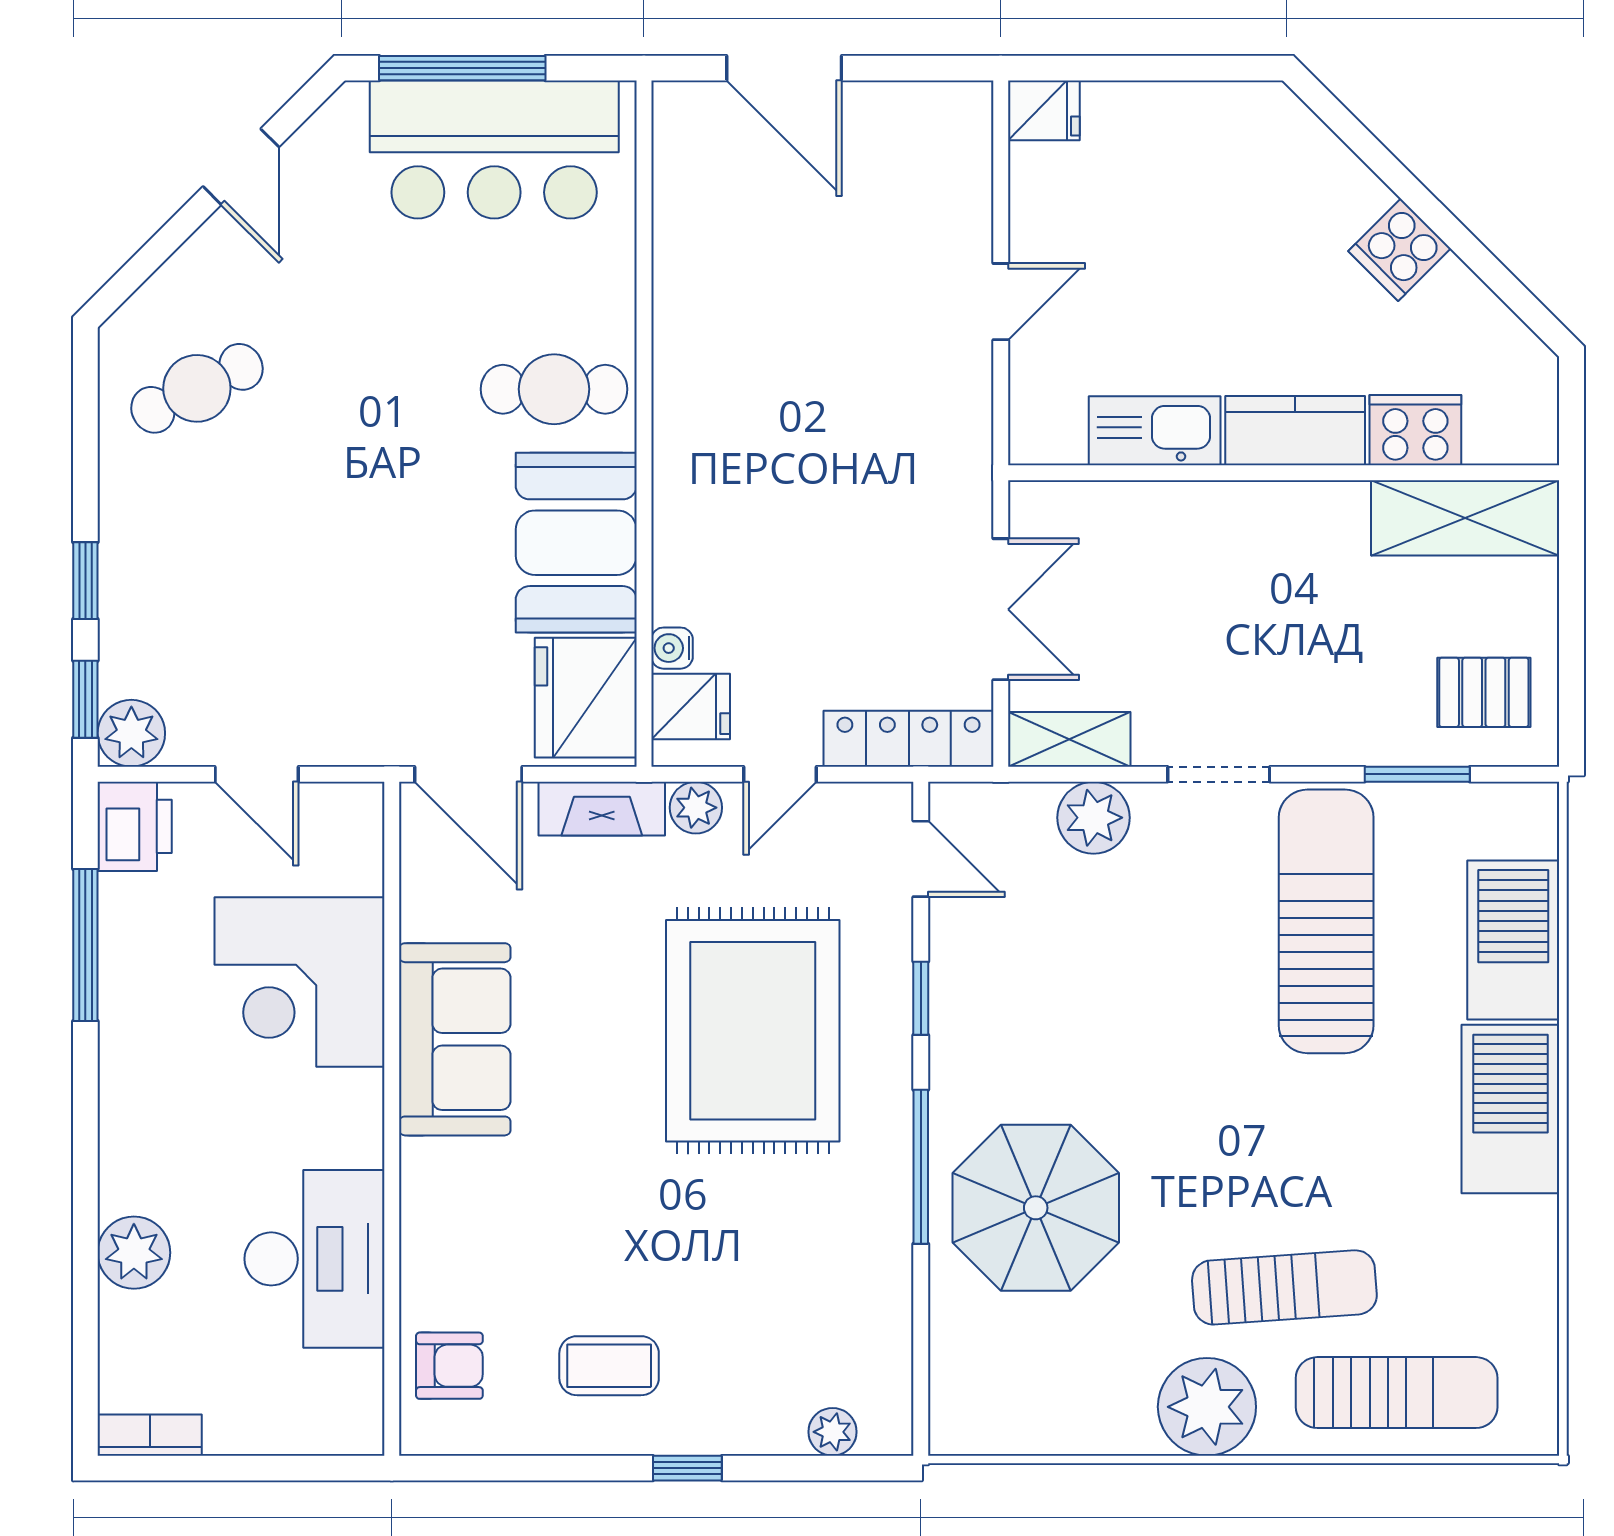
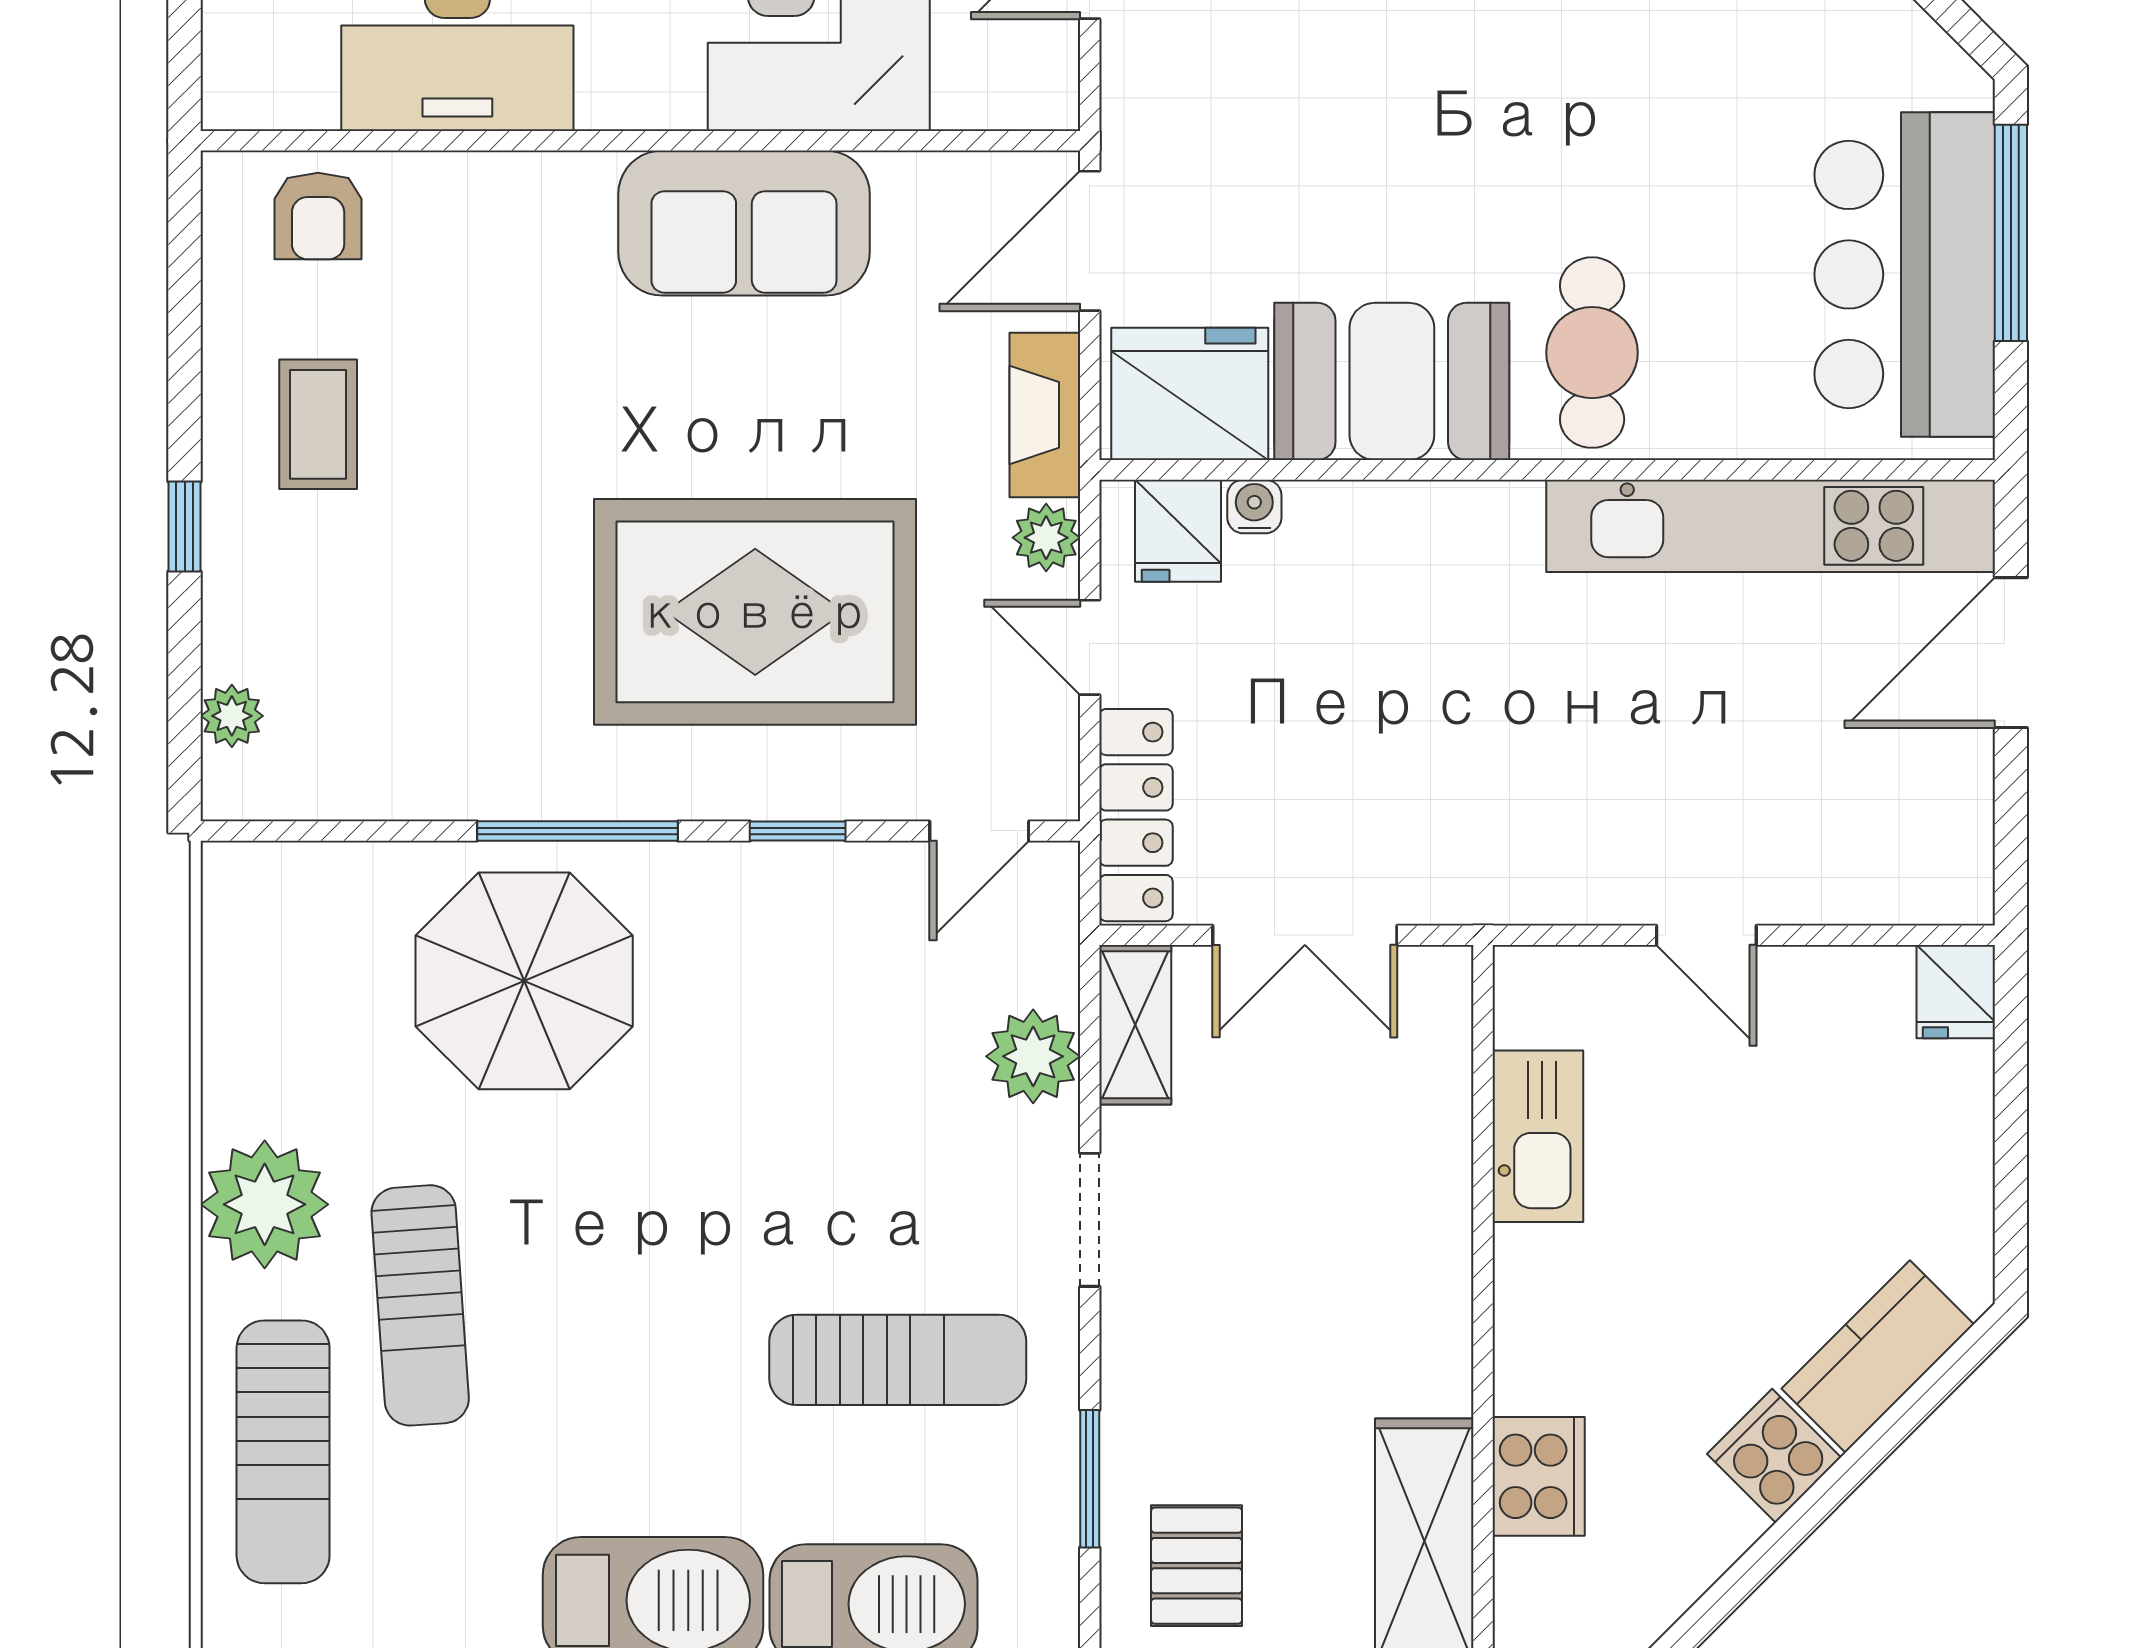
kitchen unit: (687, 252) -> (1771, 526), added
kitchen counter: (1295, 431) -> (1878, 1356), moved, turned -135
sun lounger: (1326, 921) -> (898, 1360), width x0.73, depth x0.75

